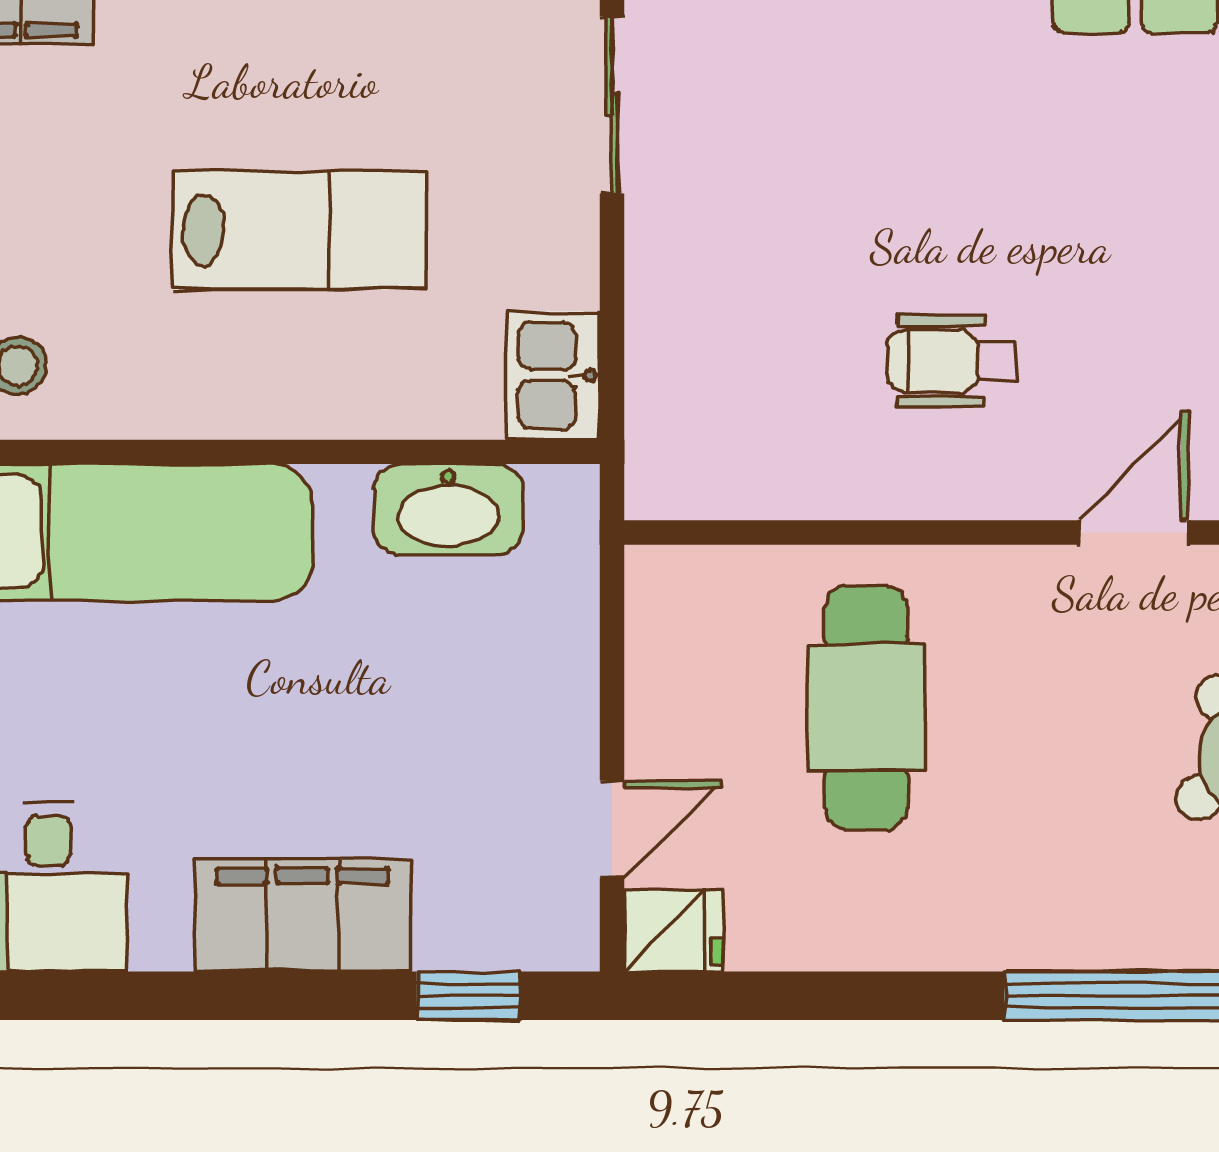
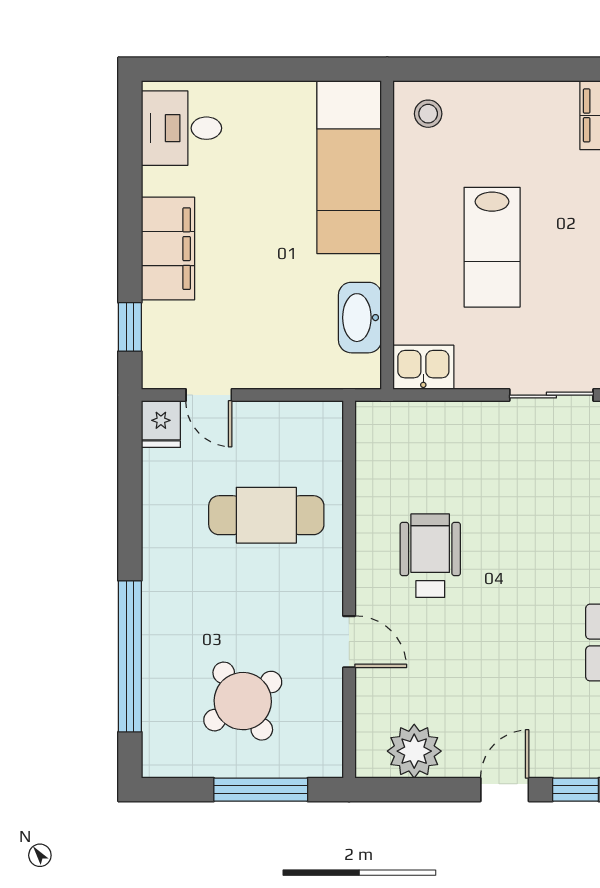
wheelchair: (952, 361) -> (430, 556), width x1.36, depth x1.37

